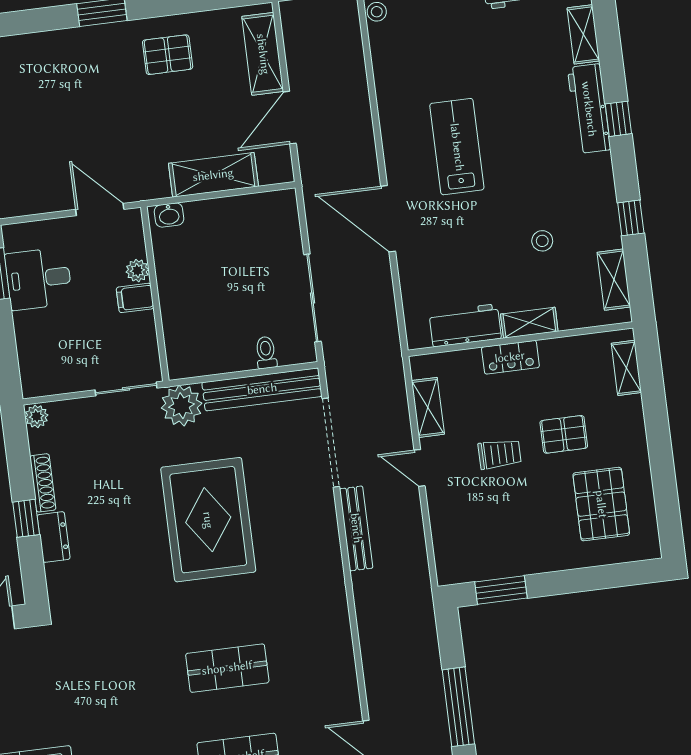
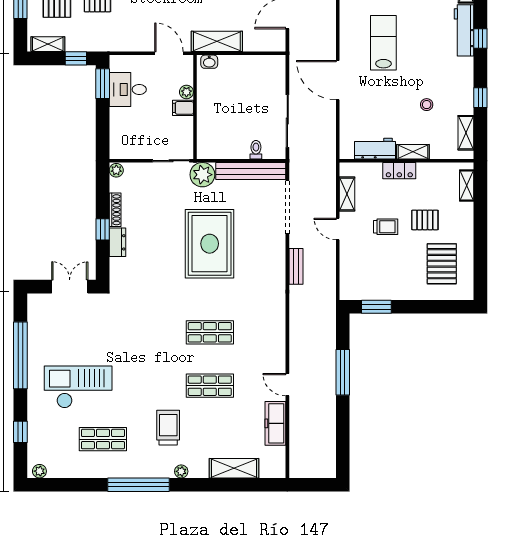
shelving: (213, 175) -> (217, 41), moved
bench: (356, 528) -> (296, 266), width x0.73

